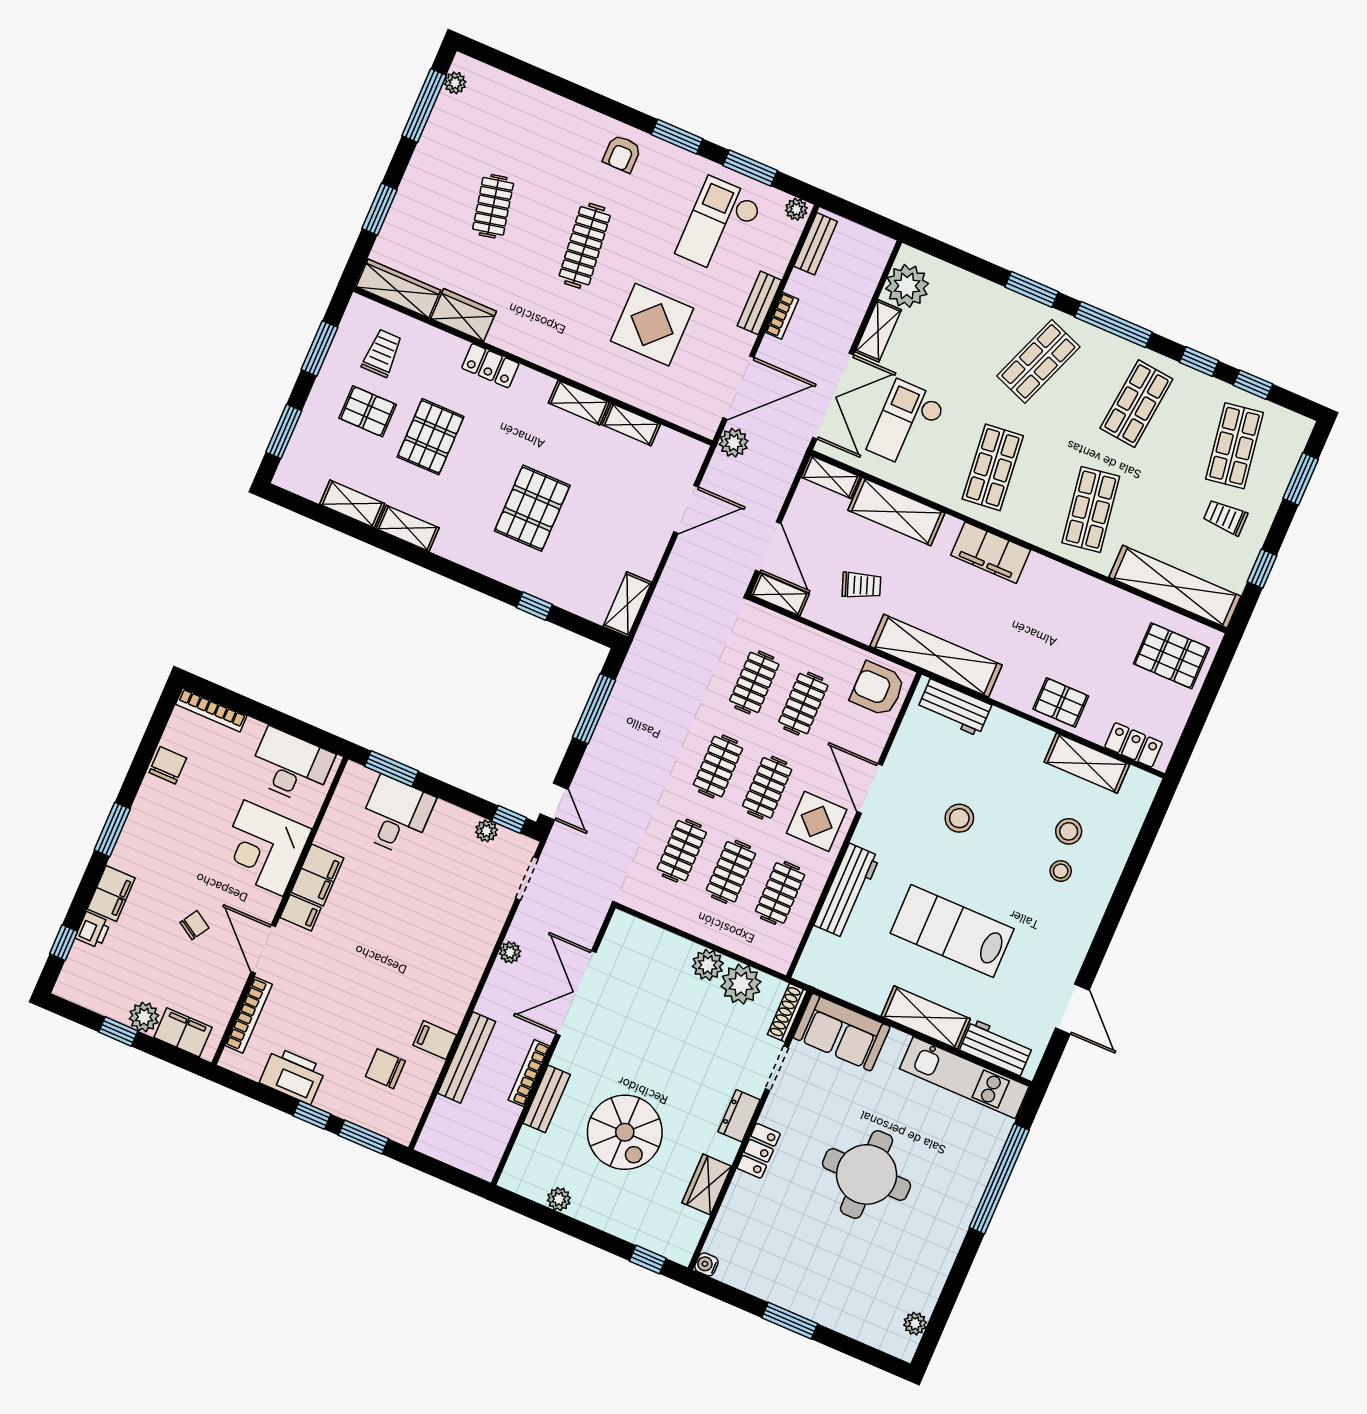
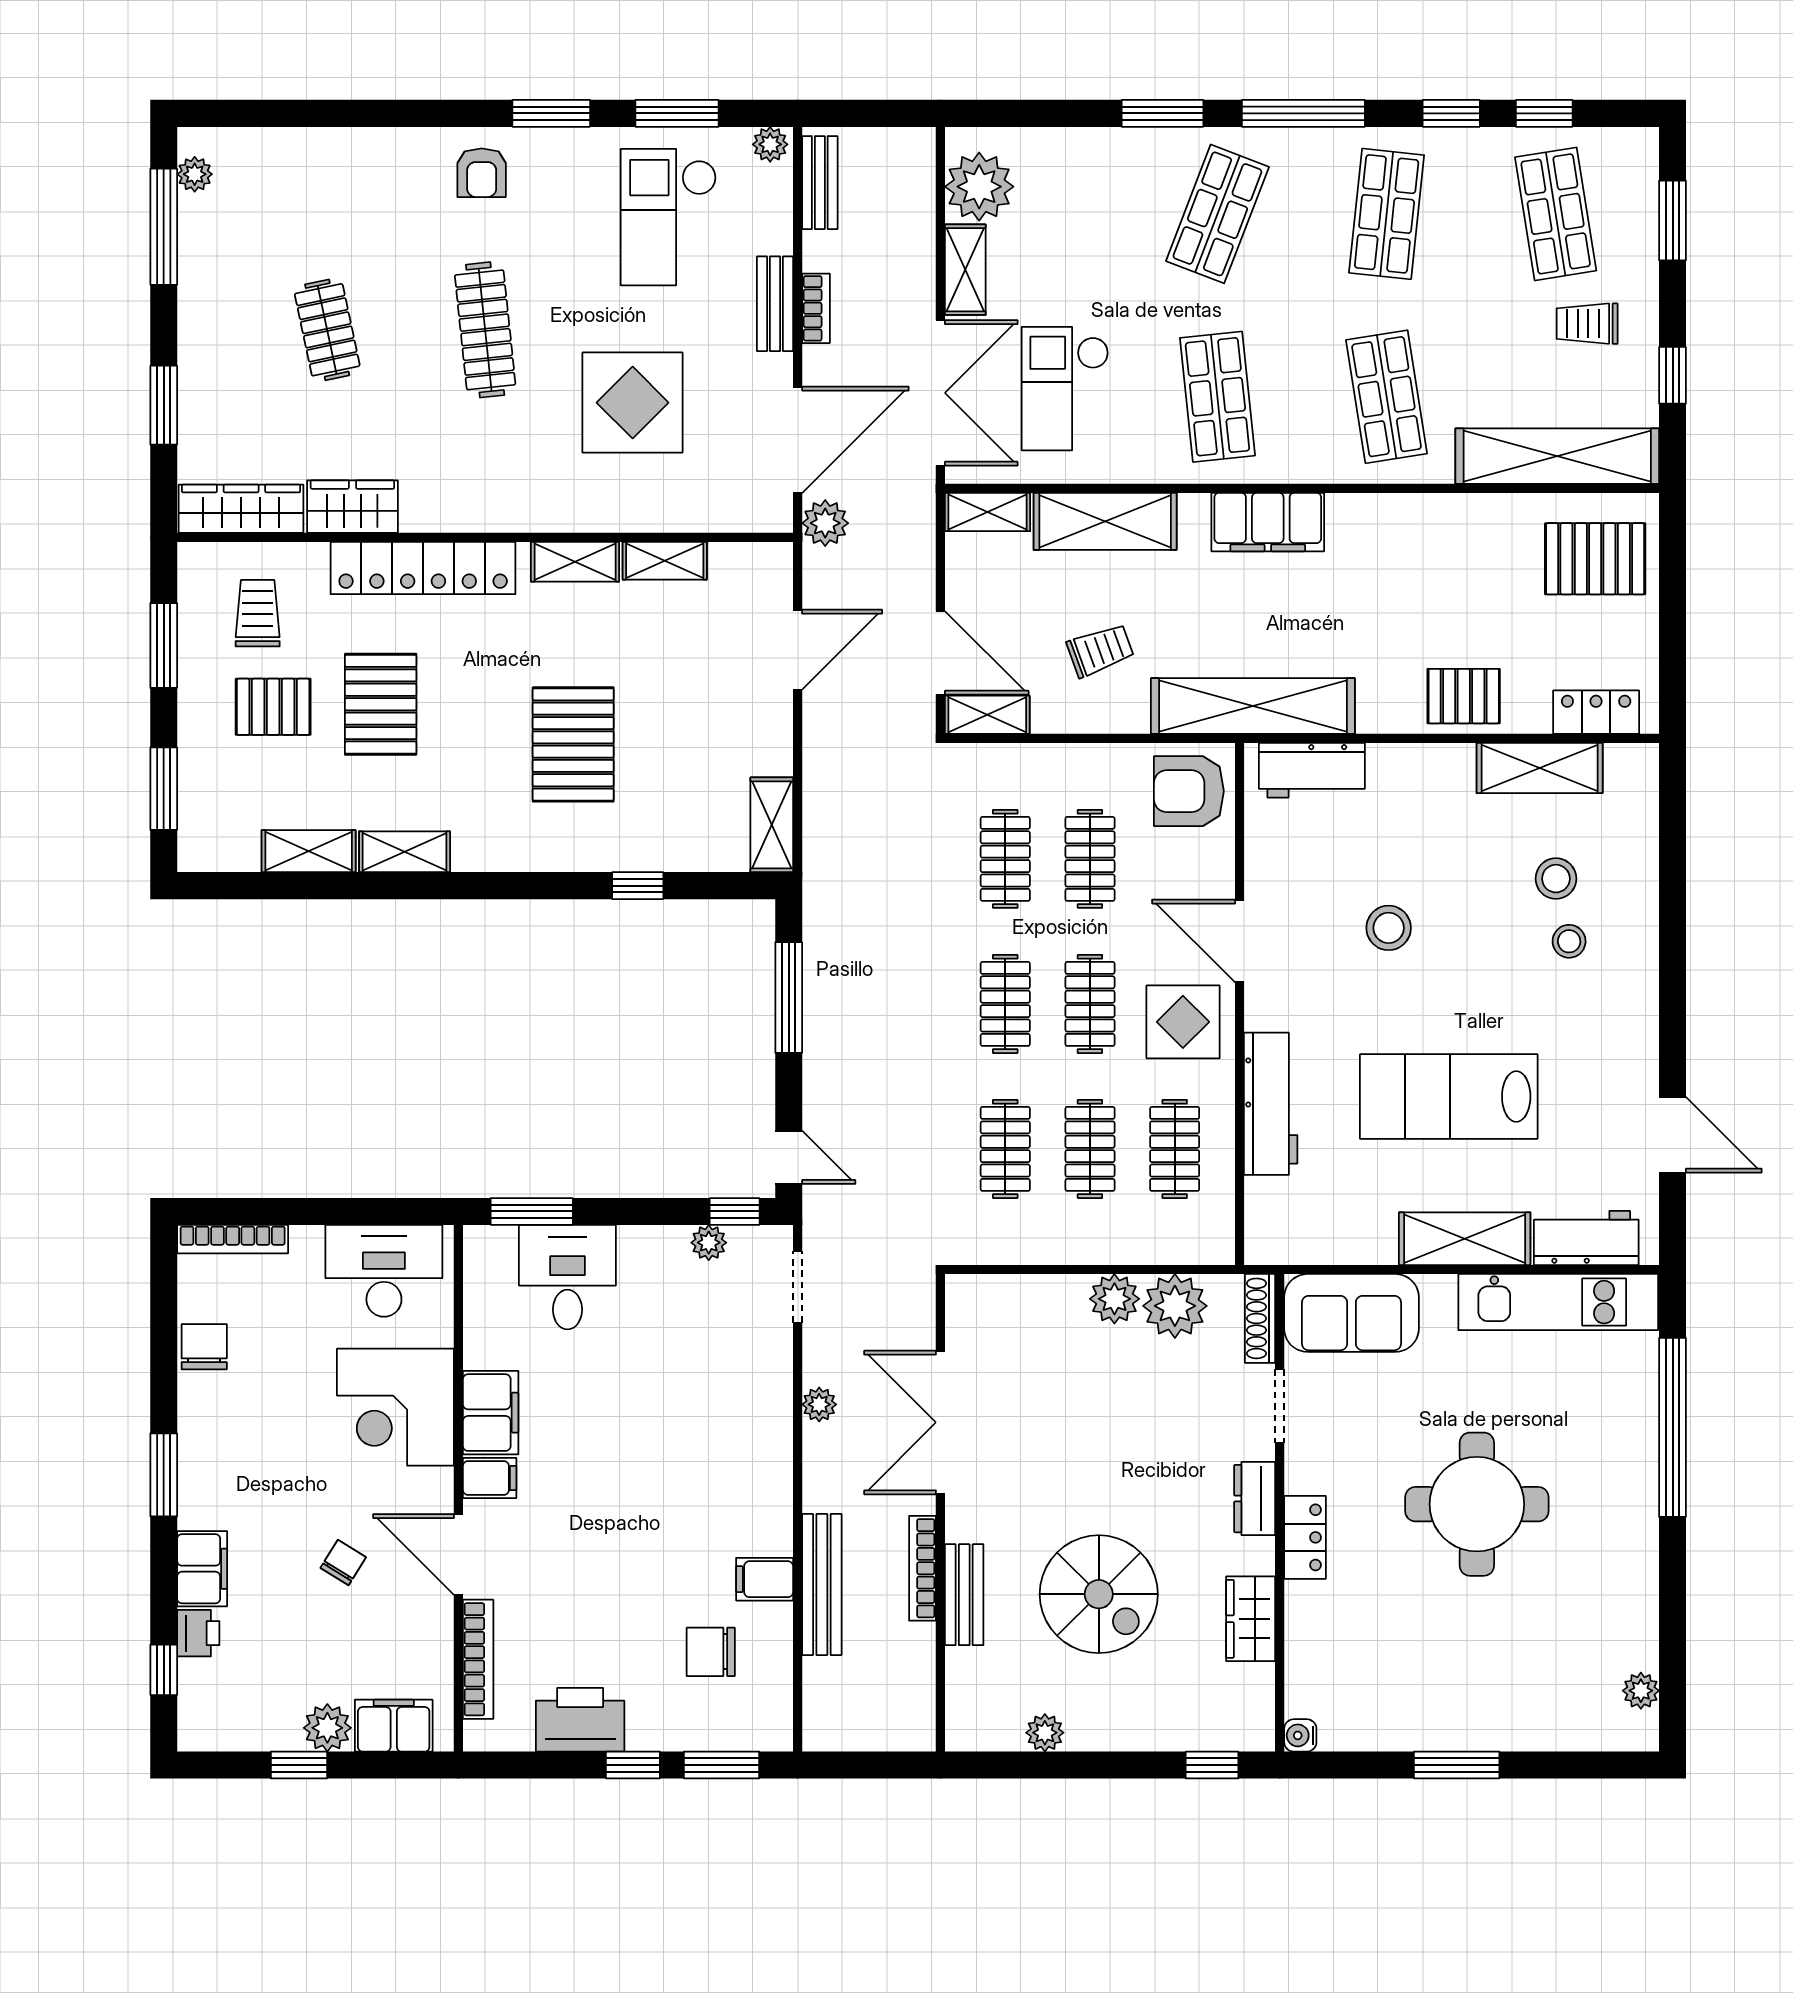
locker: (490, 366) -> (423, 568), width x2.16, depth x1.21

